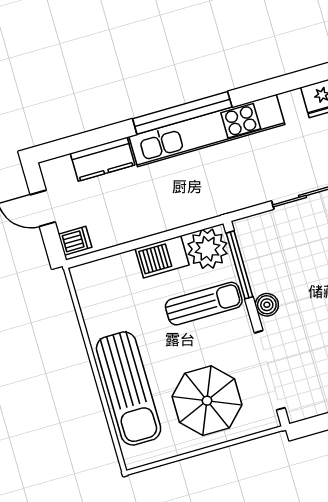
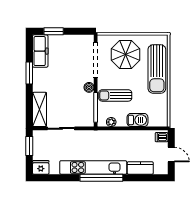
plant: (208, 249) -> (111, 122), width x0.53, depth x0.53
barbecue: (162, 257) -> (137, 120), moved
sun lounger: (129, 389) -> (157, 69), turned 180

